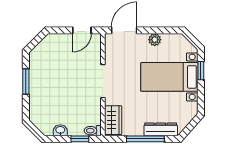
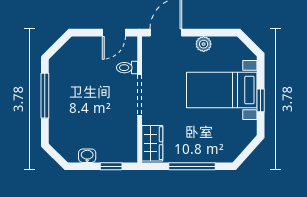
window: (201, 71) -> (261, 100), moved
window: (26, 82) -> (45, 96), width x1.44
dresser: (161, 129) -> (211, 155), removed
toilet: (93, 131) -> (127, 68), moved

